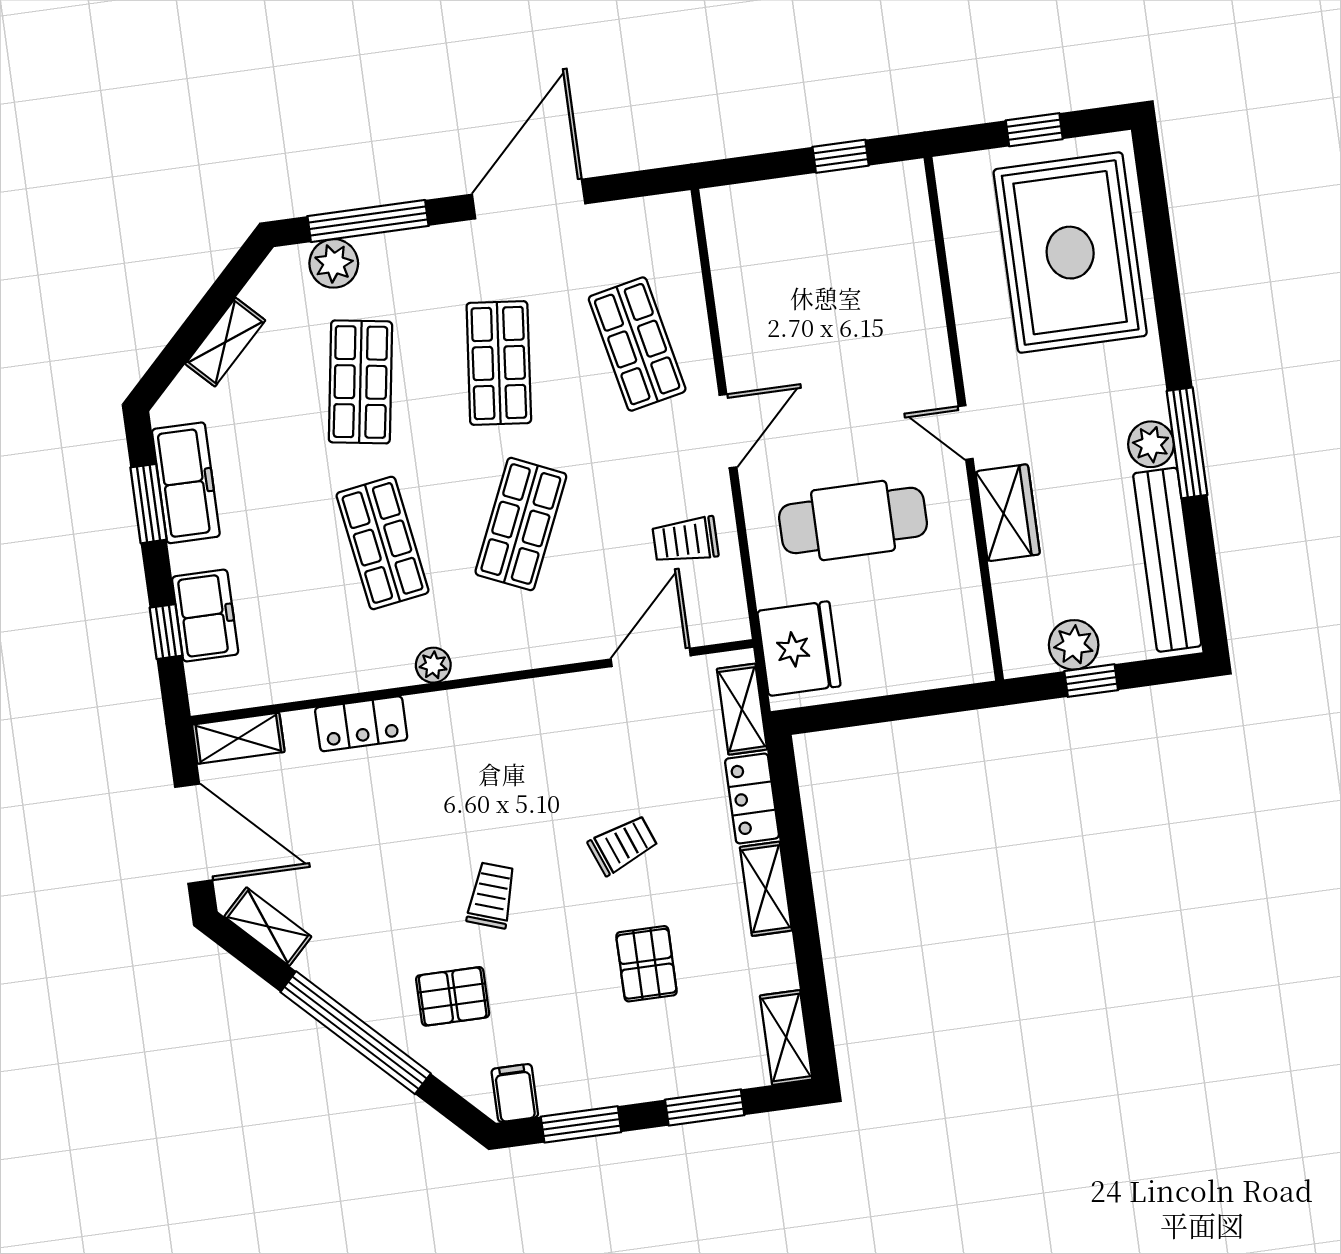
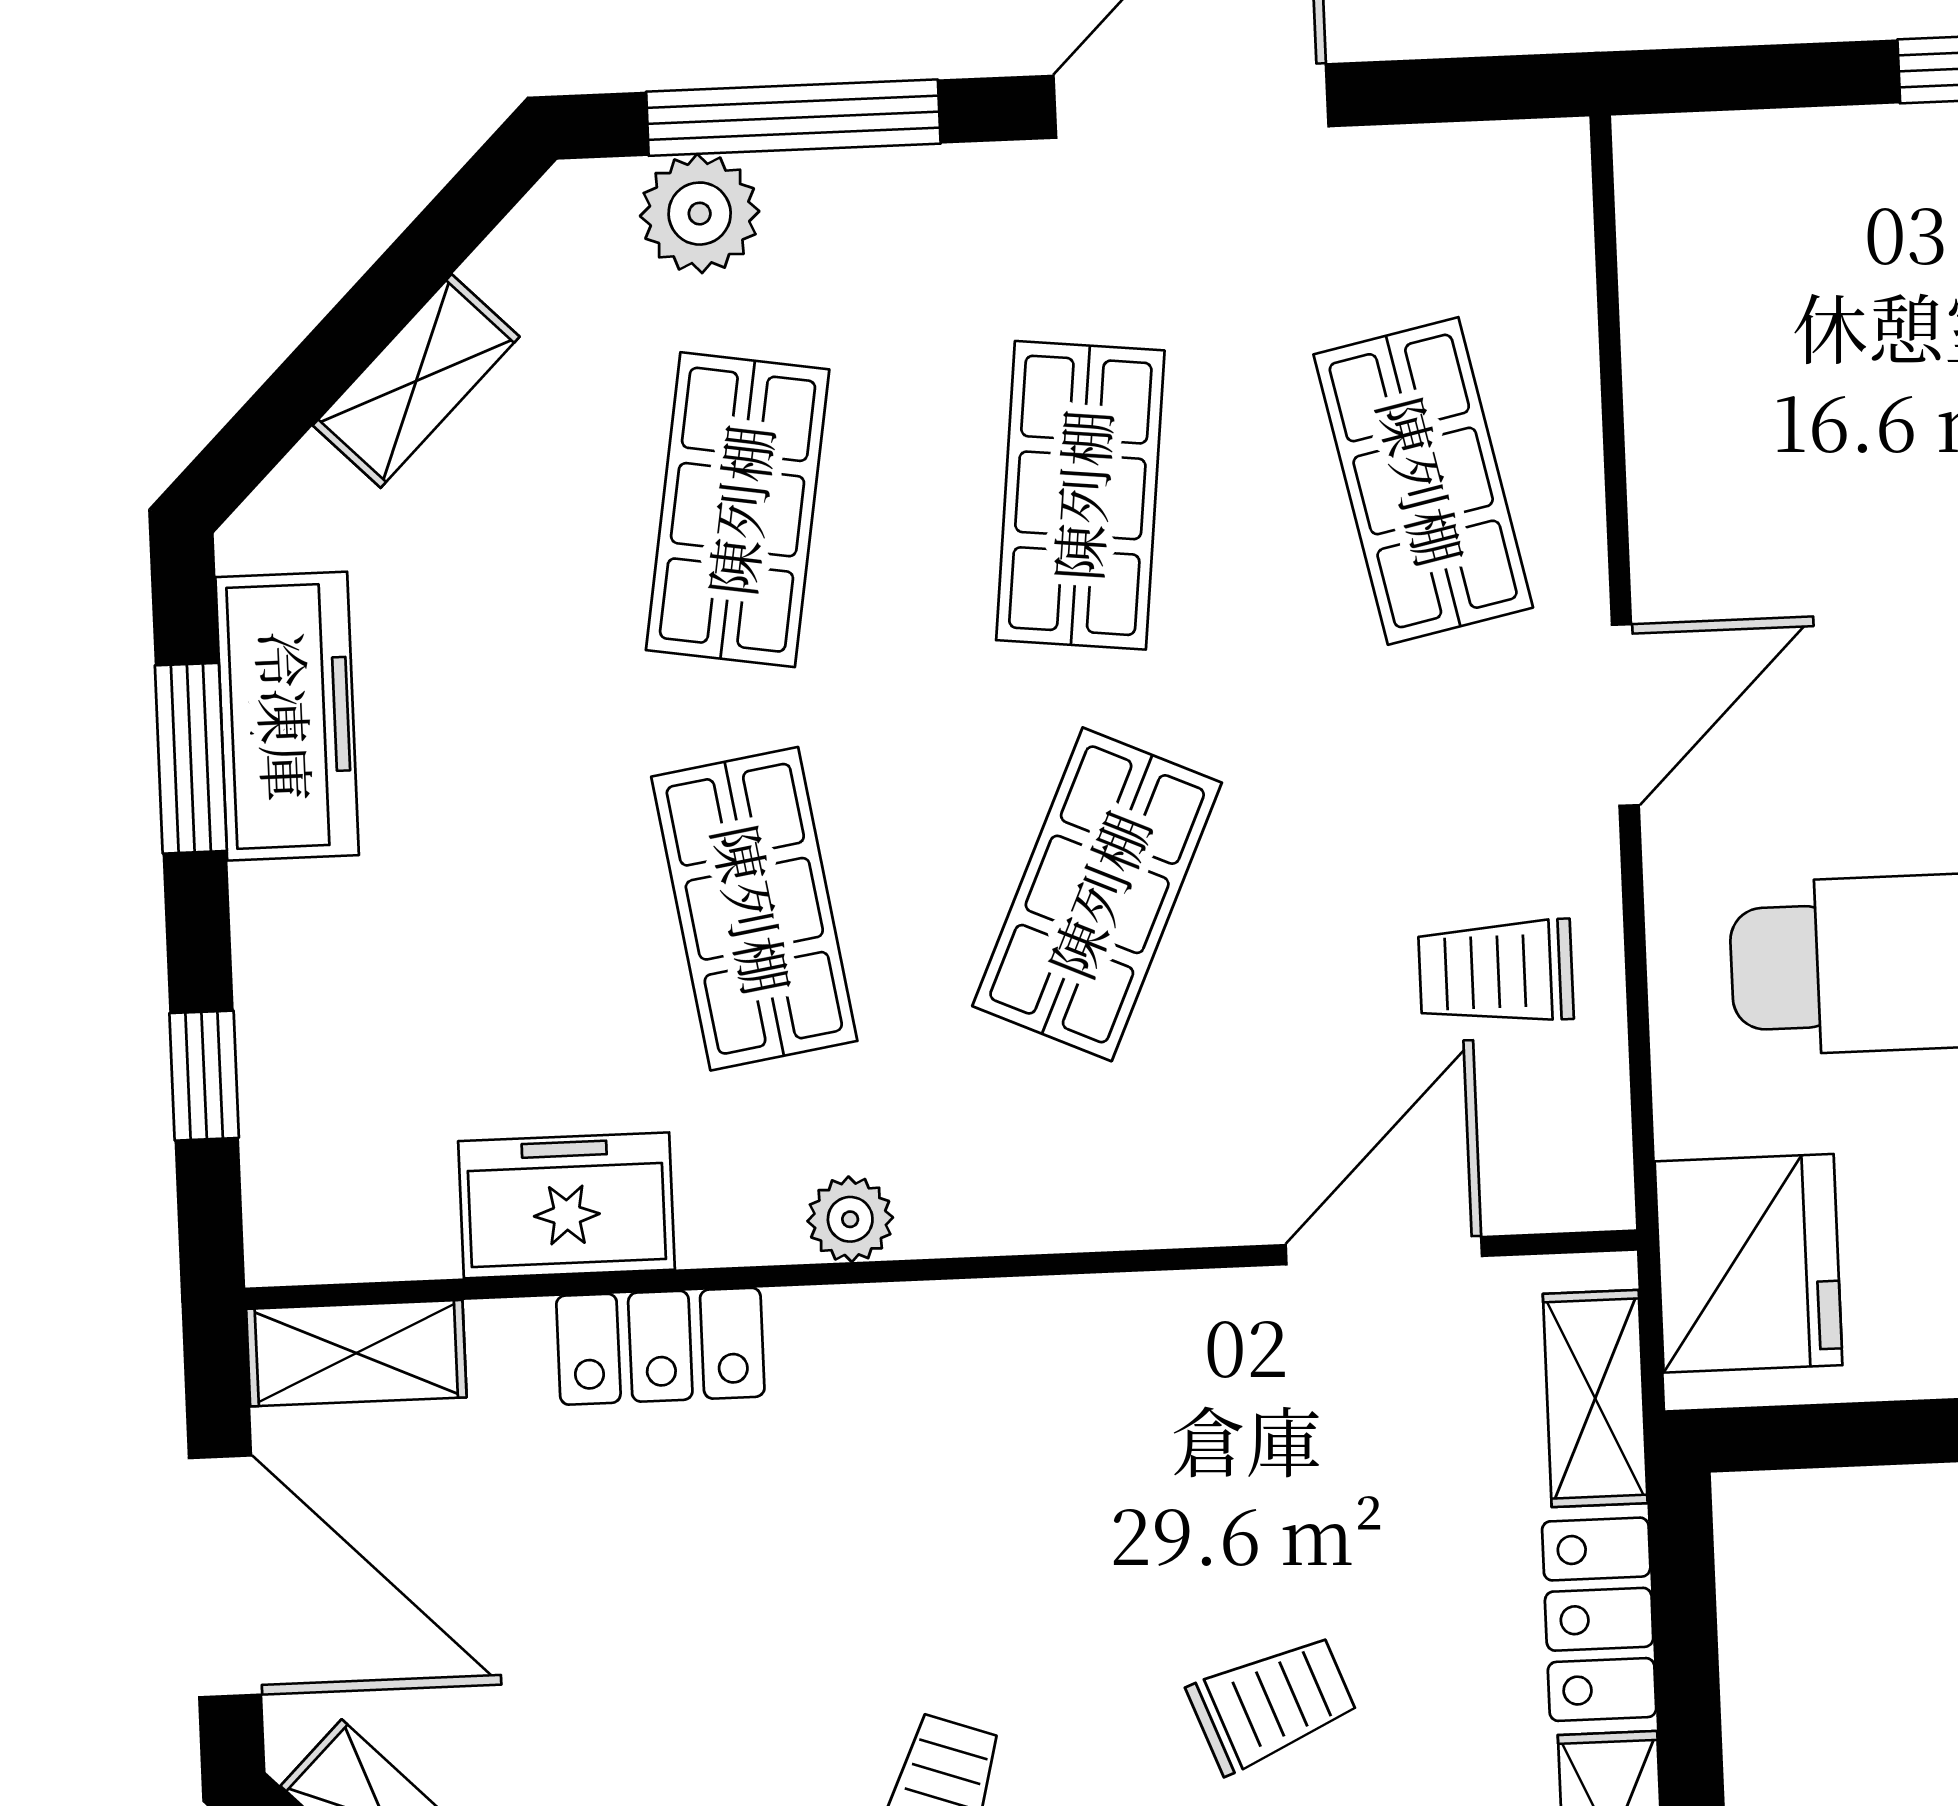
freezer: (205, 616) -> (566, 1205), moved, turned -90

